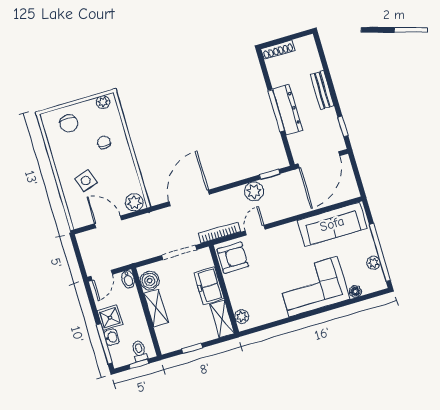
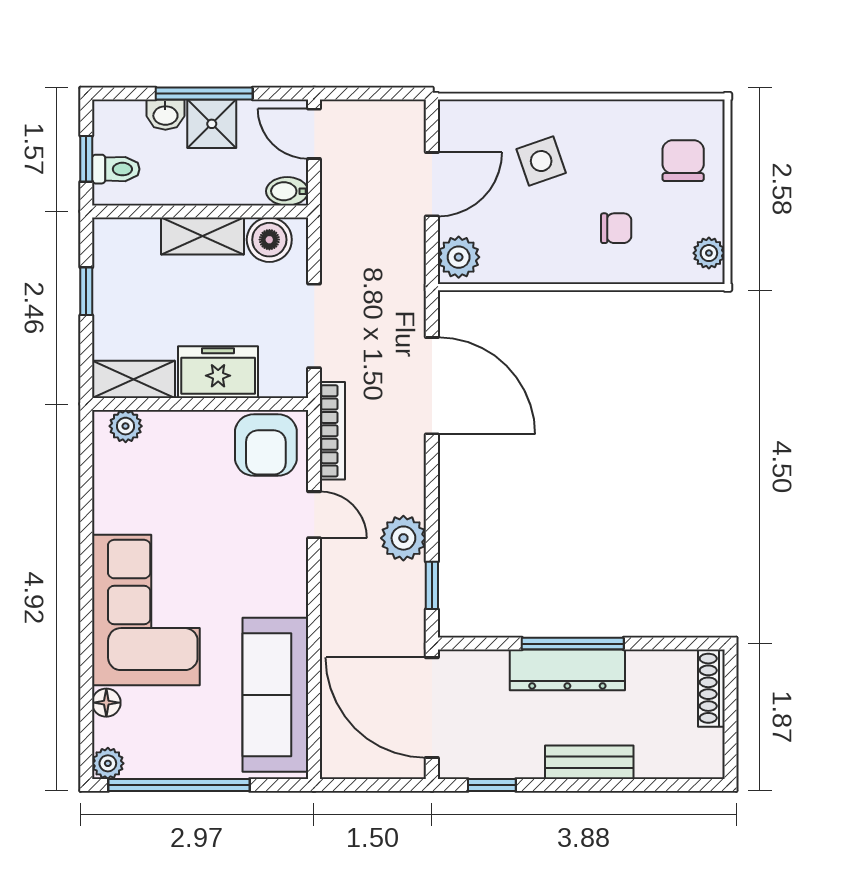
chair: (69, 123) -> (683, 161), turned 90
plant: (374, 263) -> (108, 763), moved
window: (104, 344) -> (204, 94), moved

